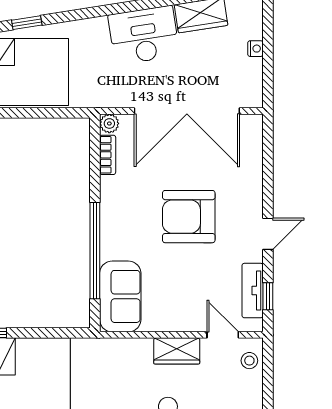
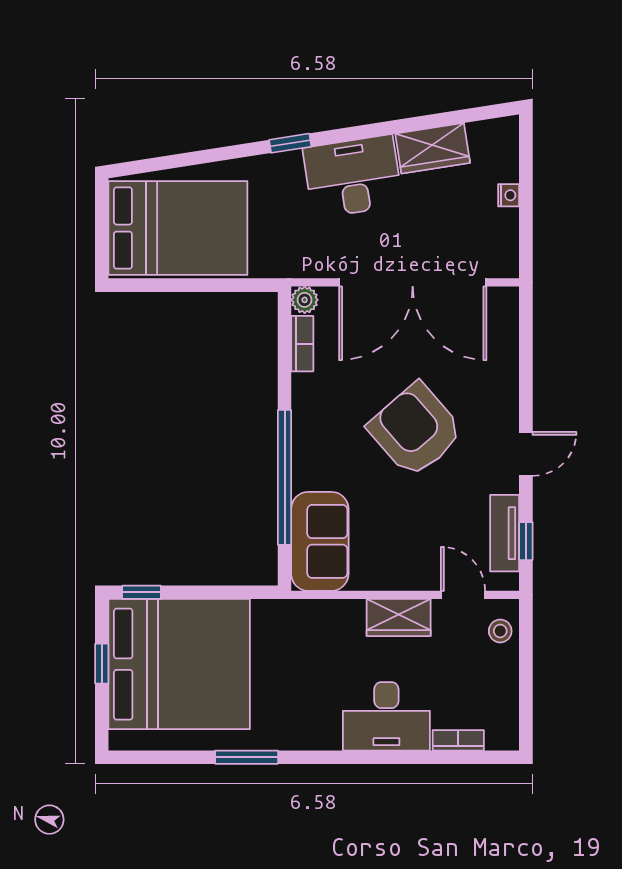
window: (27, 23) -> (290, 143), moved
armchair: (189, 217) -> (415, 430), turned 49

